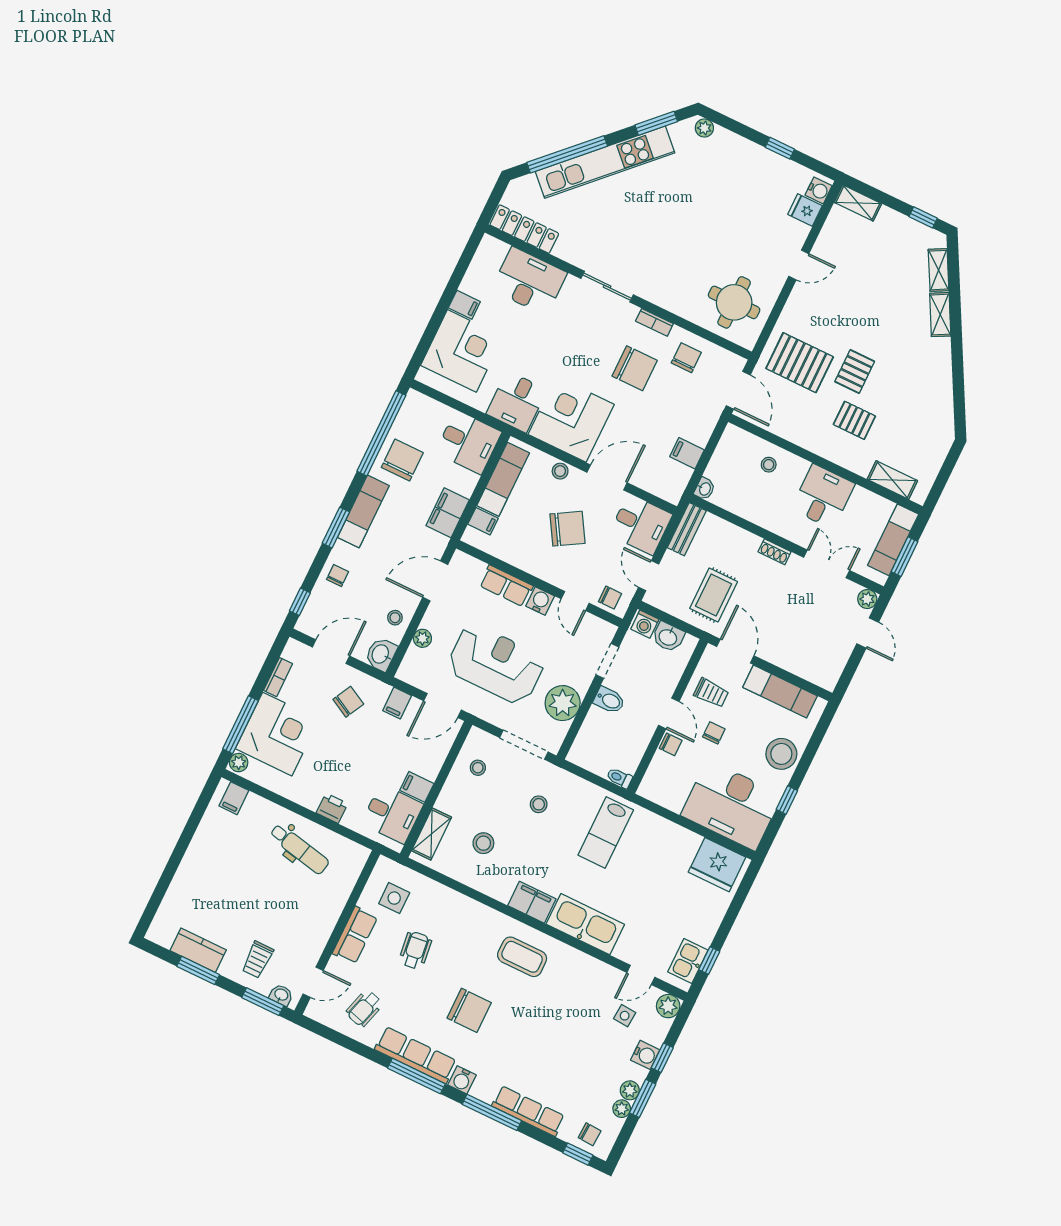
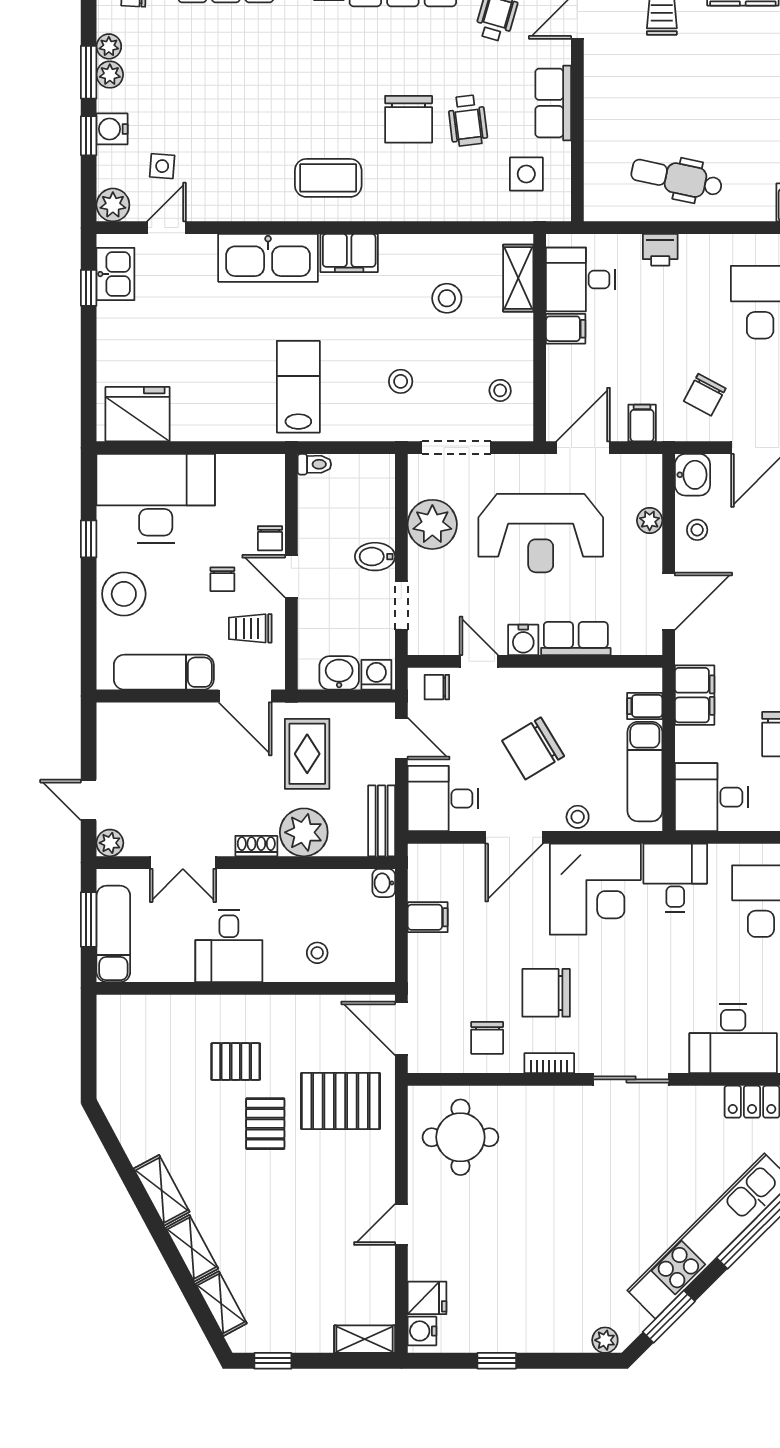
shelving: (892, 480) -> (162, 1190), moved, turned 62
plant: (740, 546) -> (304, 832), added
chair: (671, 744) -> (270, 538), turned -90
chair: (469, 1010) -> (409, 119), moved, turned -90

